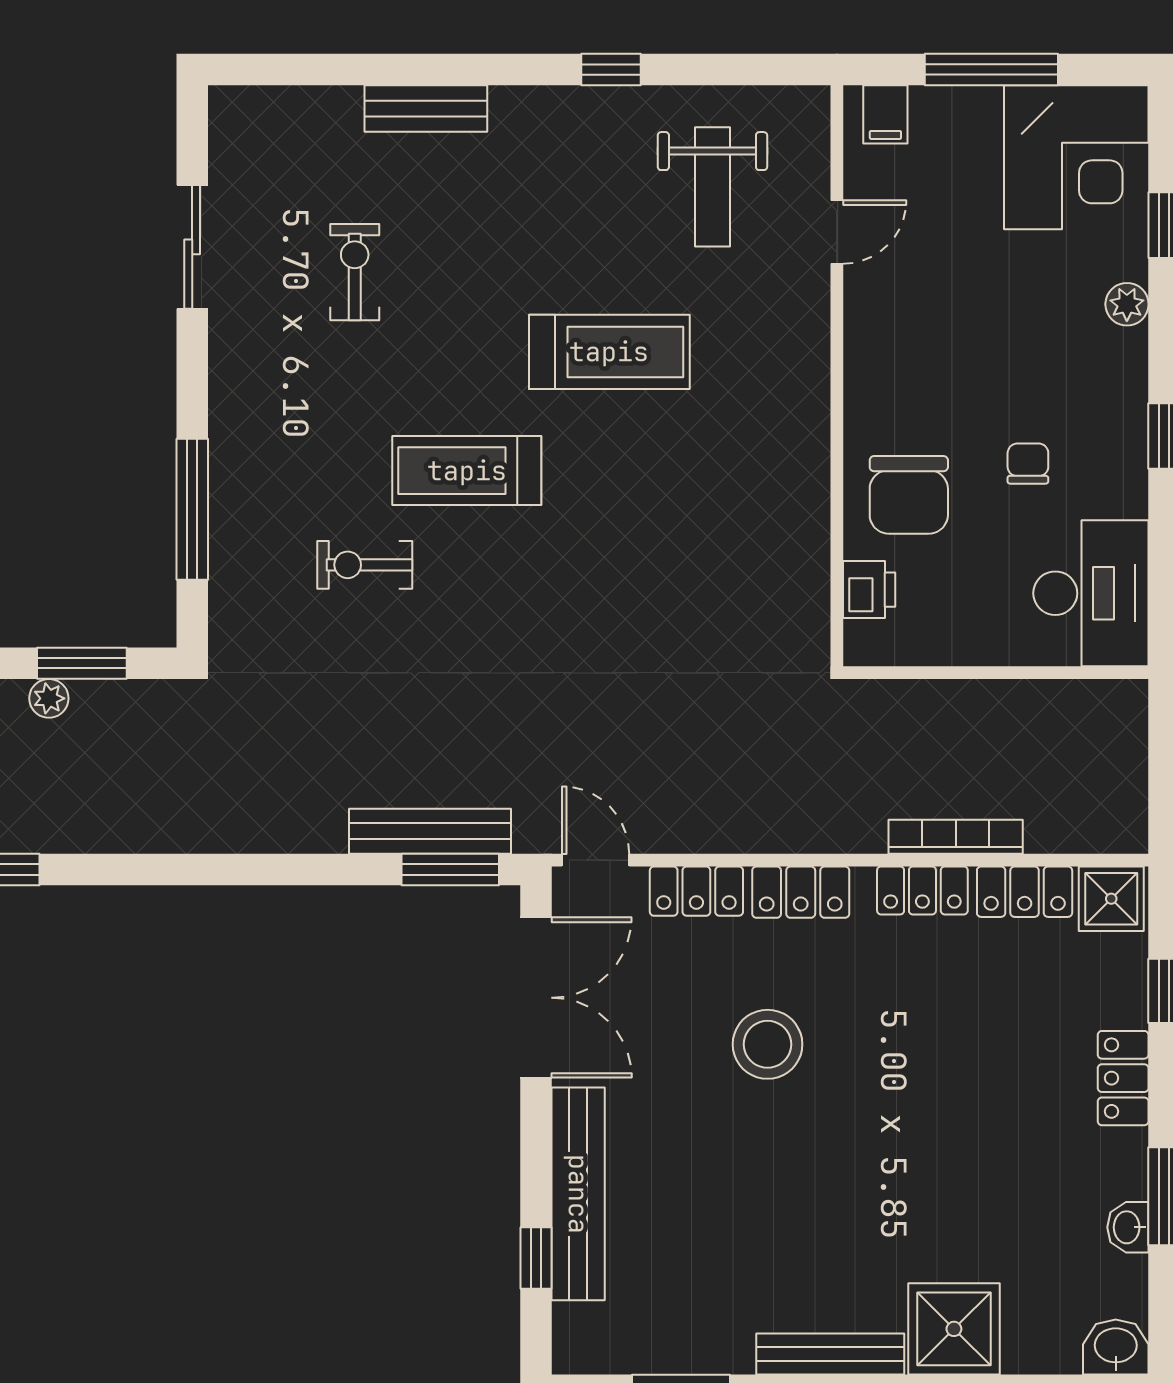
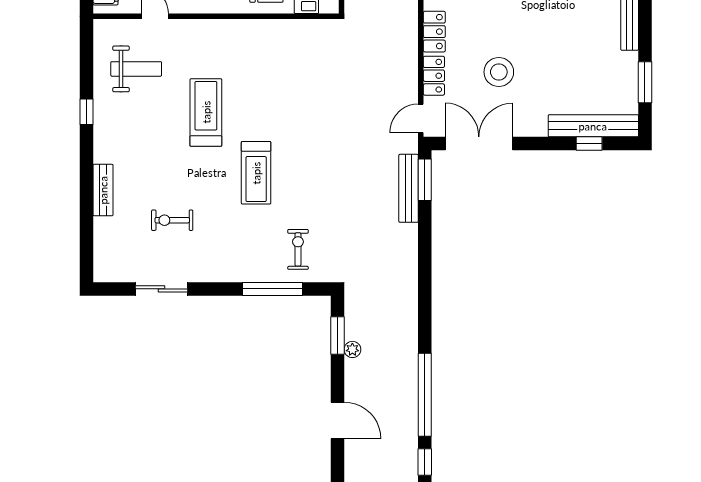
exercise bike: (365, 565) -> (298, 249), moved, turned 180
stool: (768, 1044) -> (499, 72), moved
bench: (578, 1194) -> (593, 126), moved

